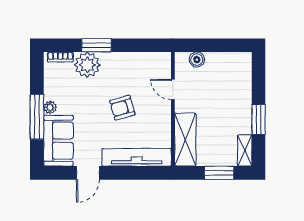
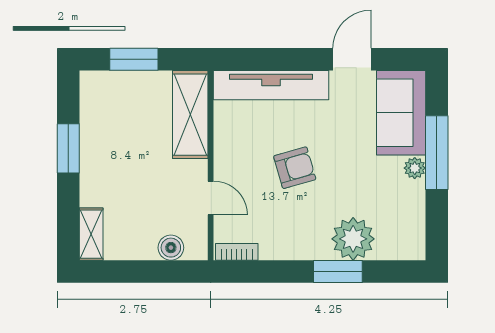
bookcase: (60, 57) -> (237, 252), moved
shelving: (245, 150) -> (91, 234), moved

